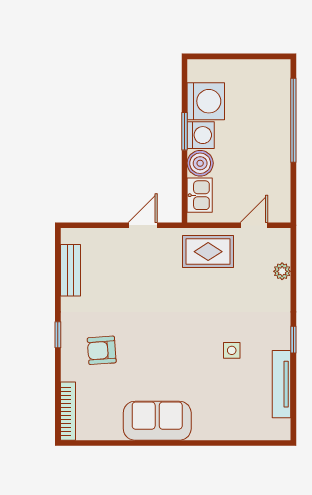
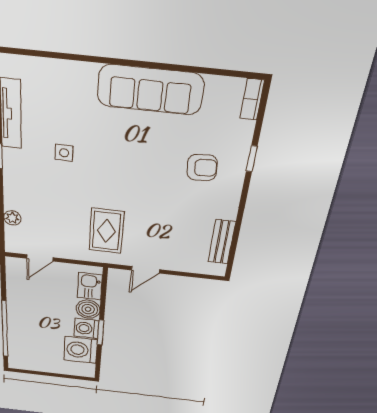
rug: (208, 252) -> (106, 231), moved, turned 90
window: (58, 335) -> (252, 159), moved
bookcase: (68, 411) -> (252, 99), width x0.64
sofa: (157, 421) -> (150, 90), width x1.36

